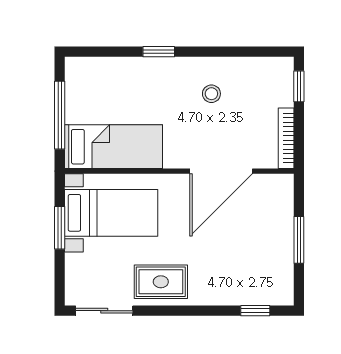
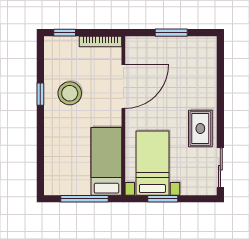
window: (159, 52) -> (40, 94), moved
stool: (211, 94) -> (70, 93), width x1.89, depth x1.89
door: (221, 171) -> (123, 87), hinge flipped
window: (255, 311) -> (220, 63), removed

